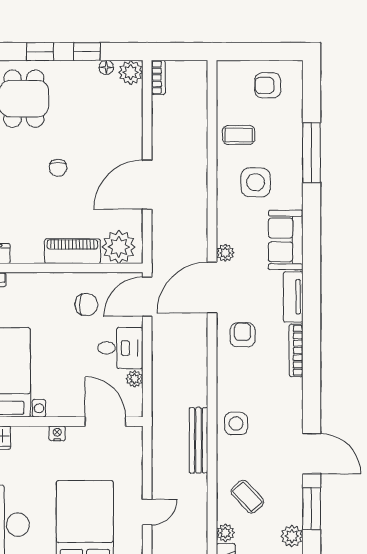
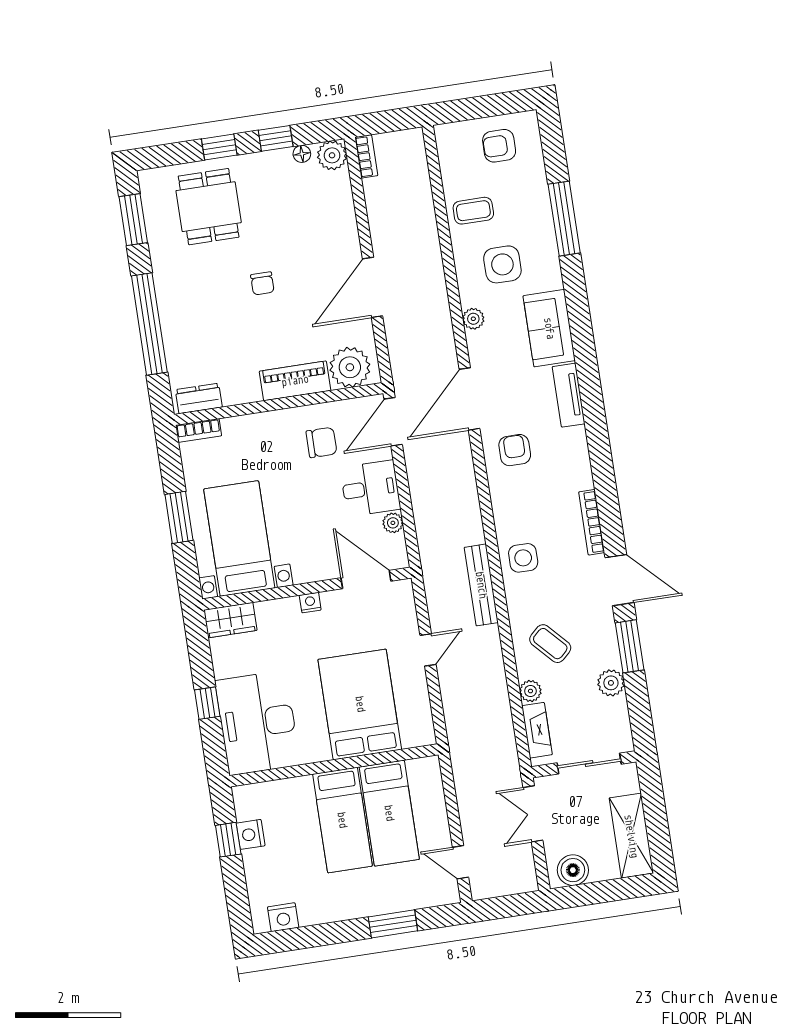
plant: (225, 253) -> (473, 319), moved
bookcase: (296, 350) -> (592, 522), moved
door: (147, 512) -> (428, 650), moved

